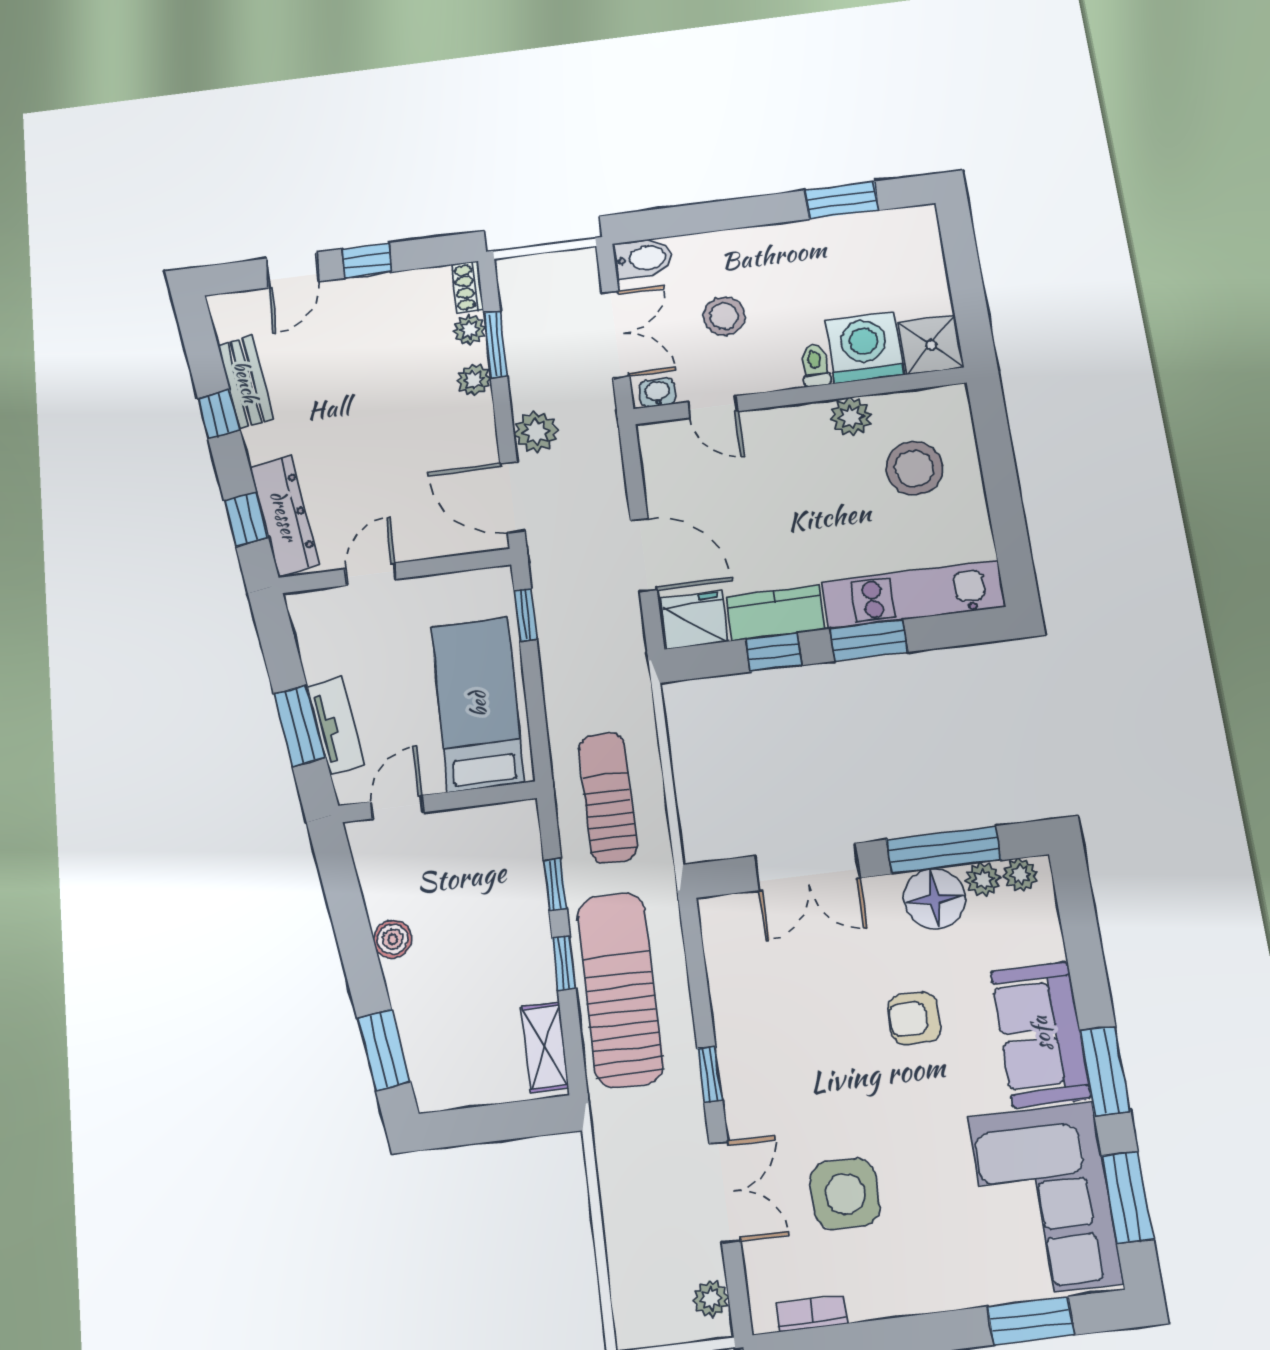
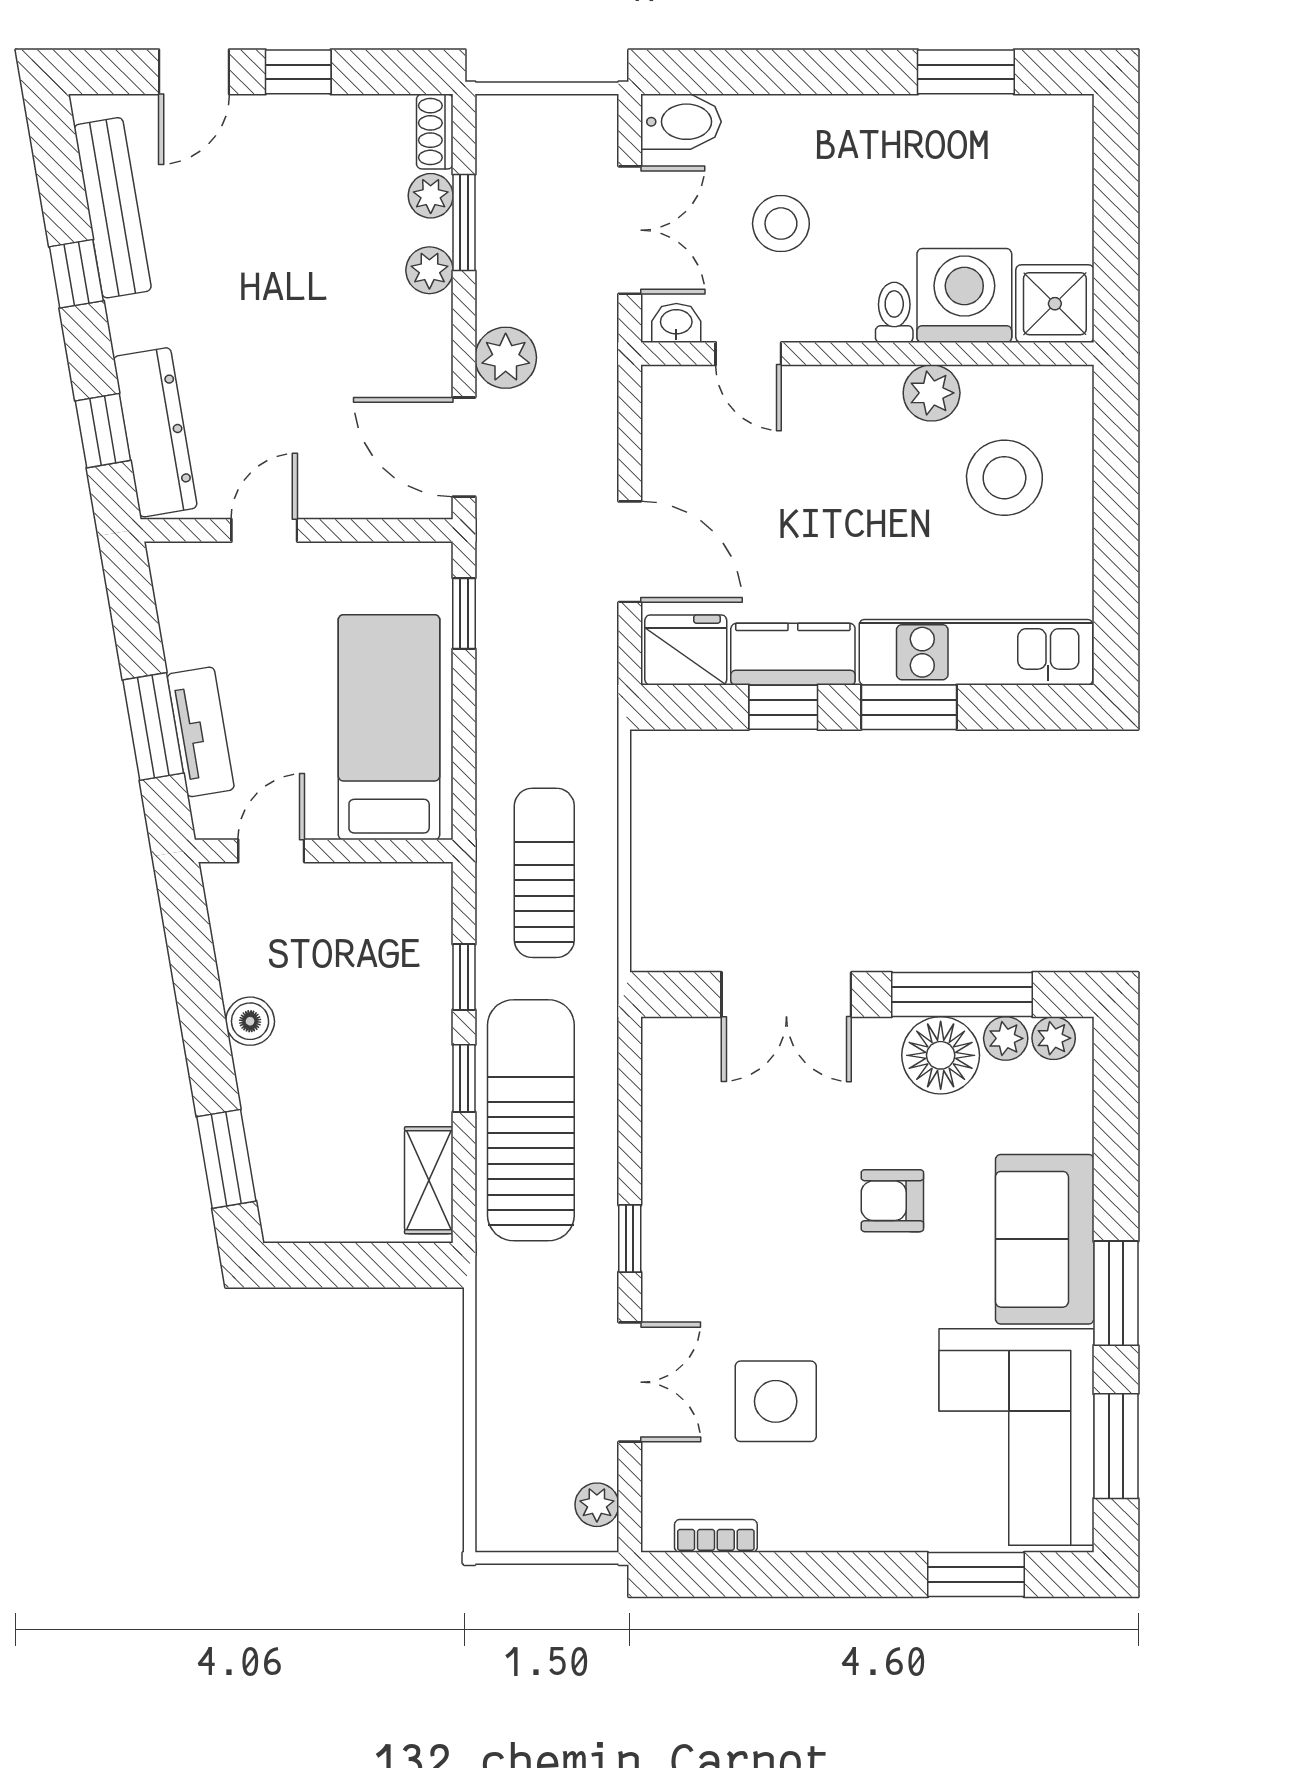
bench: (246, 382) -> (113, 208), width x1.36

